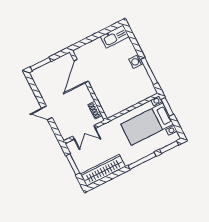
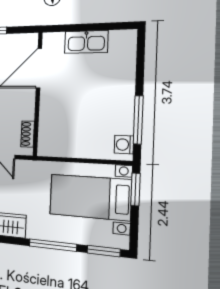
kitchen sink: (115, 37) -> (86, 42), moved
washing machine: (136, 62) -> (124, 145), moved

